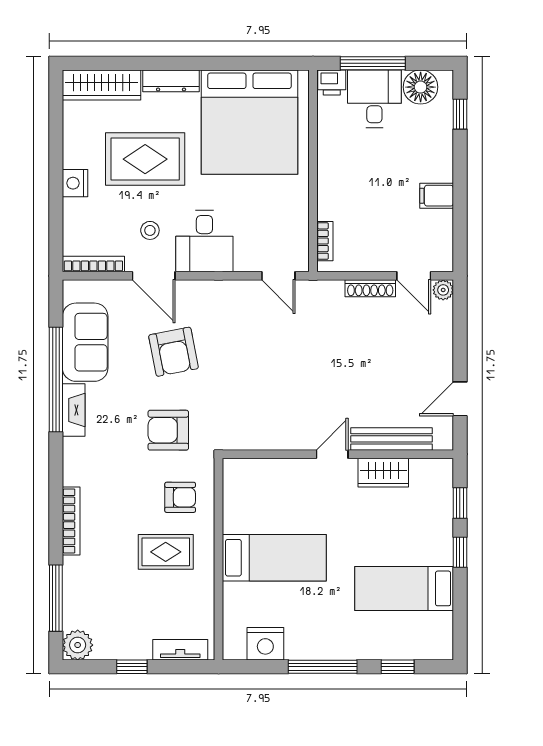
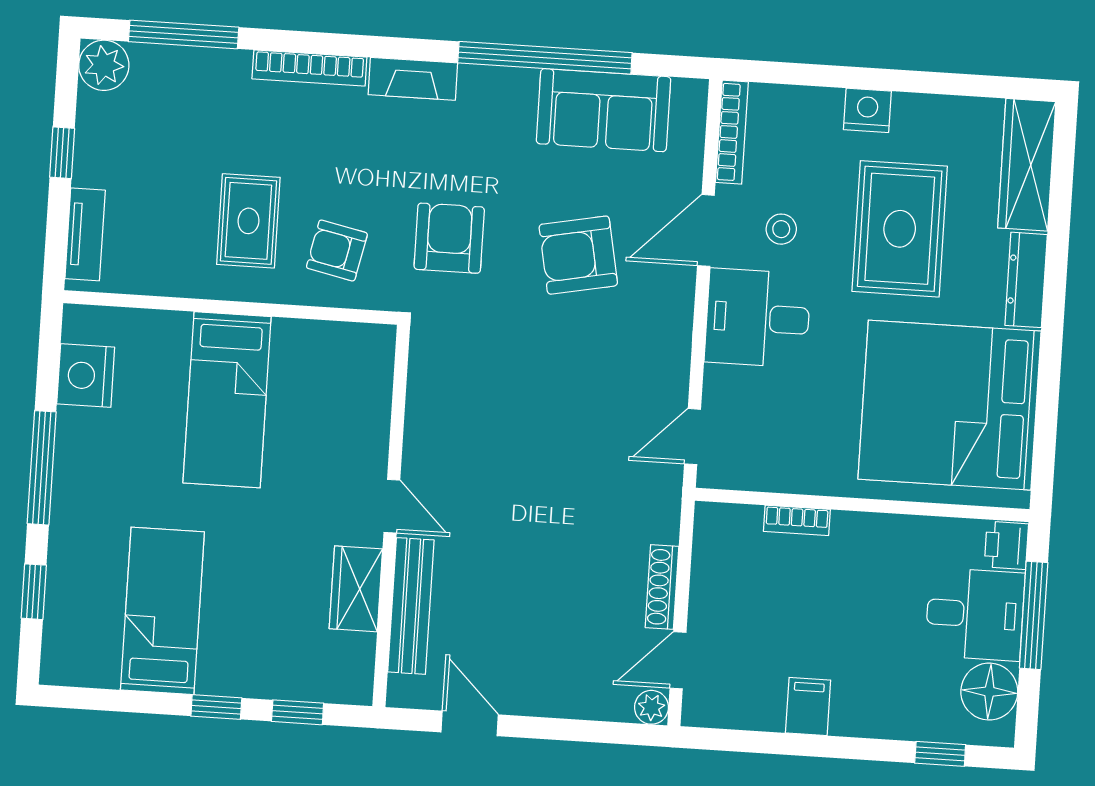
bookcase: (325, 241) -> (797, 520), moved
fireplace: (74, 410) -> (413, 79), moved
armchair: (180, 497) -> (337, 251), turned 102

